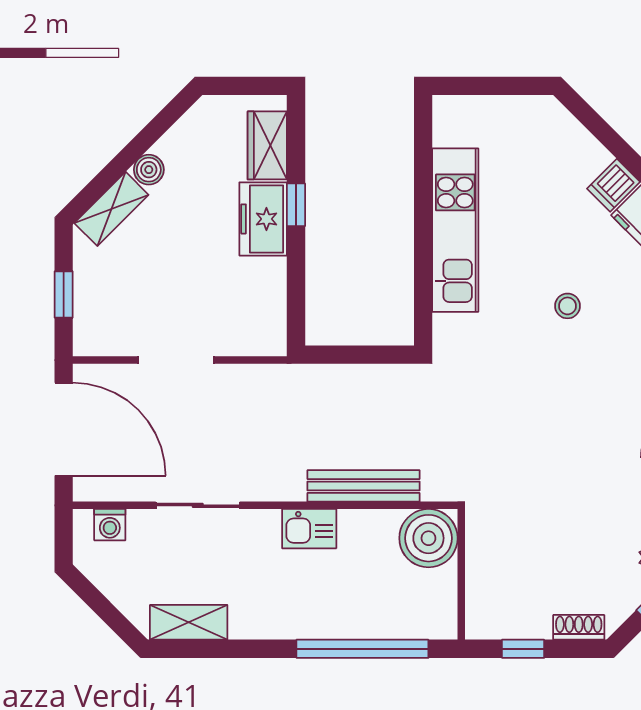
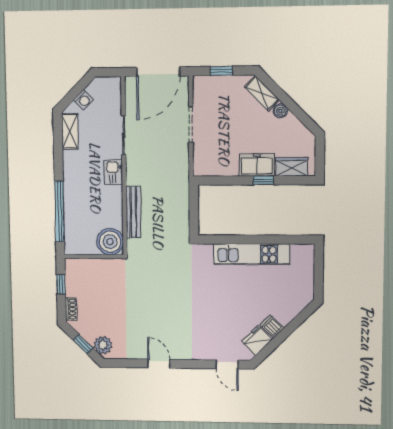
stool: (568, 306) -> (216, 305), removed
washing machine: (110, 525) -> (84, 100), moved, turned -135
kitchen sink: (309, 529) -> (113, 172), moved

